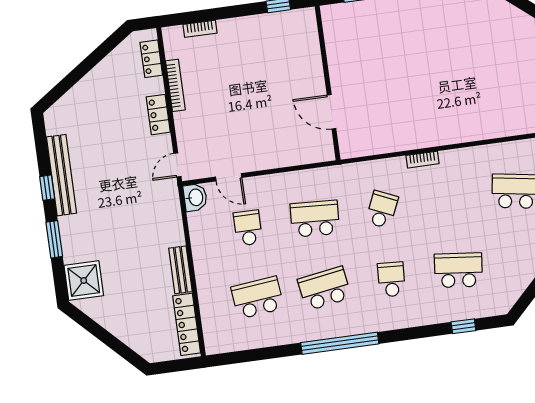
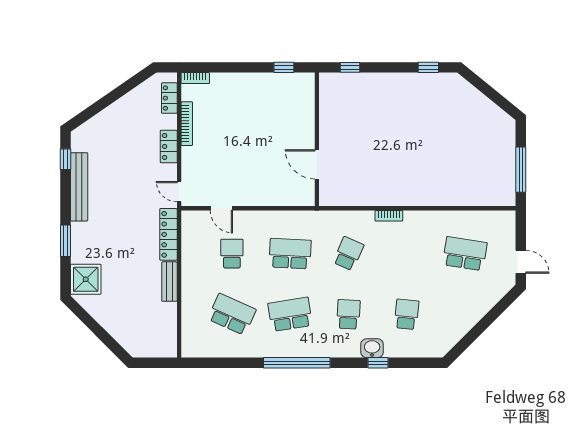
bookcase: (200, 29) -> (195, 78), moved
door: (177, 165) -> (179, 192), hinge flipped
window: (47, 188) -> (65, 159), moved
washbasin: (195, 197) -> (372, 348), moved, turned -90
school desk: (458, 270) -> (407, 314), width x0.54
school desk: (257, 298) -> (232, 314), turned 30
locker: (187, 324) -> (168, 234), moved
window: (463, 326) -> (378, 363), moved

